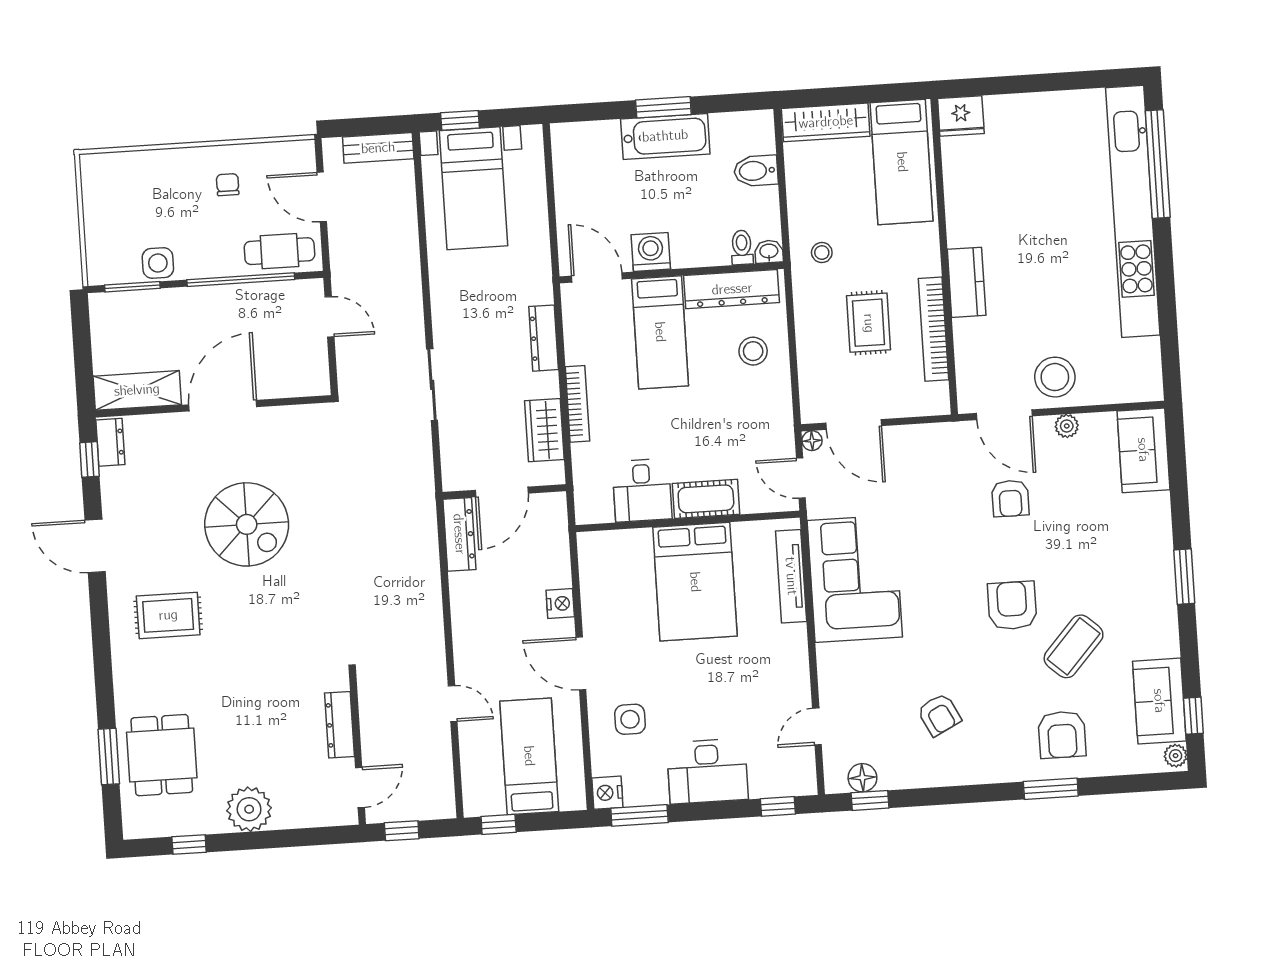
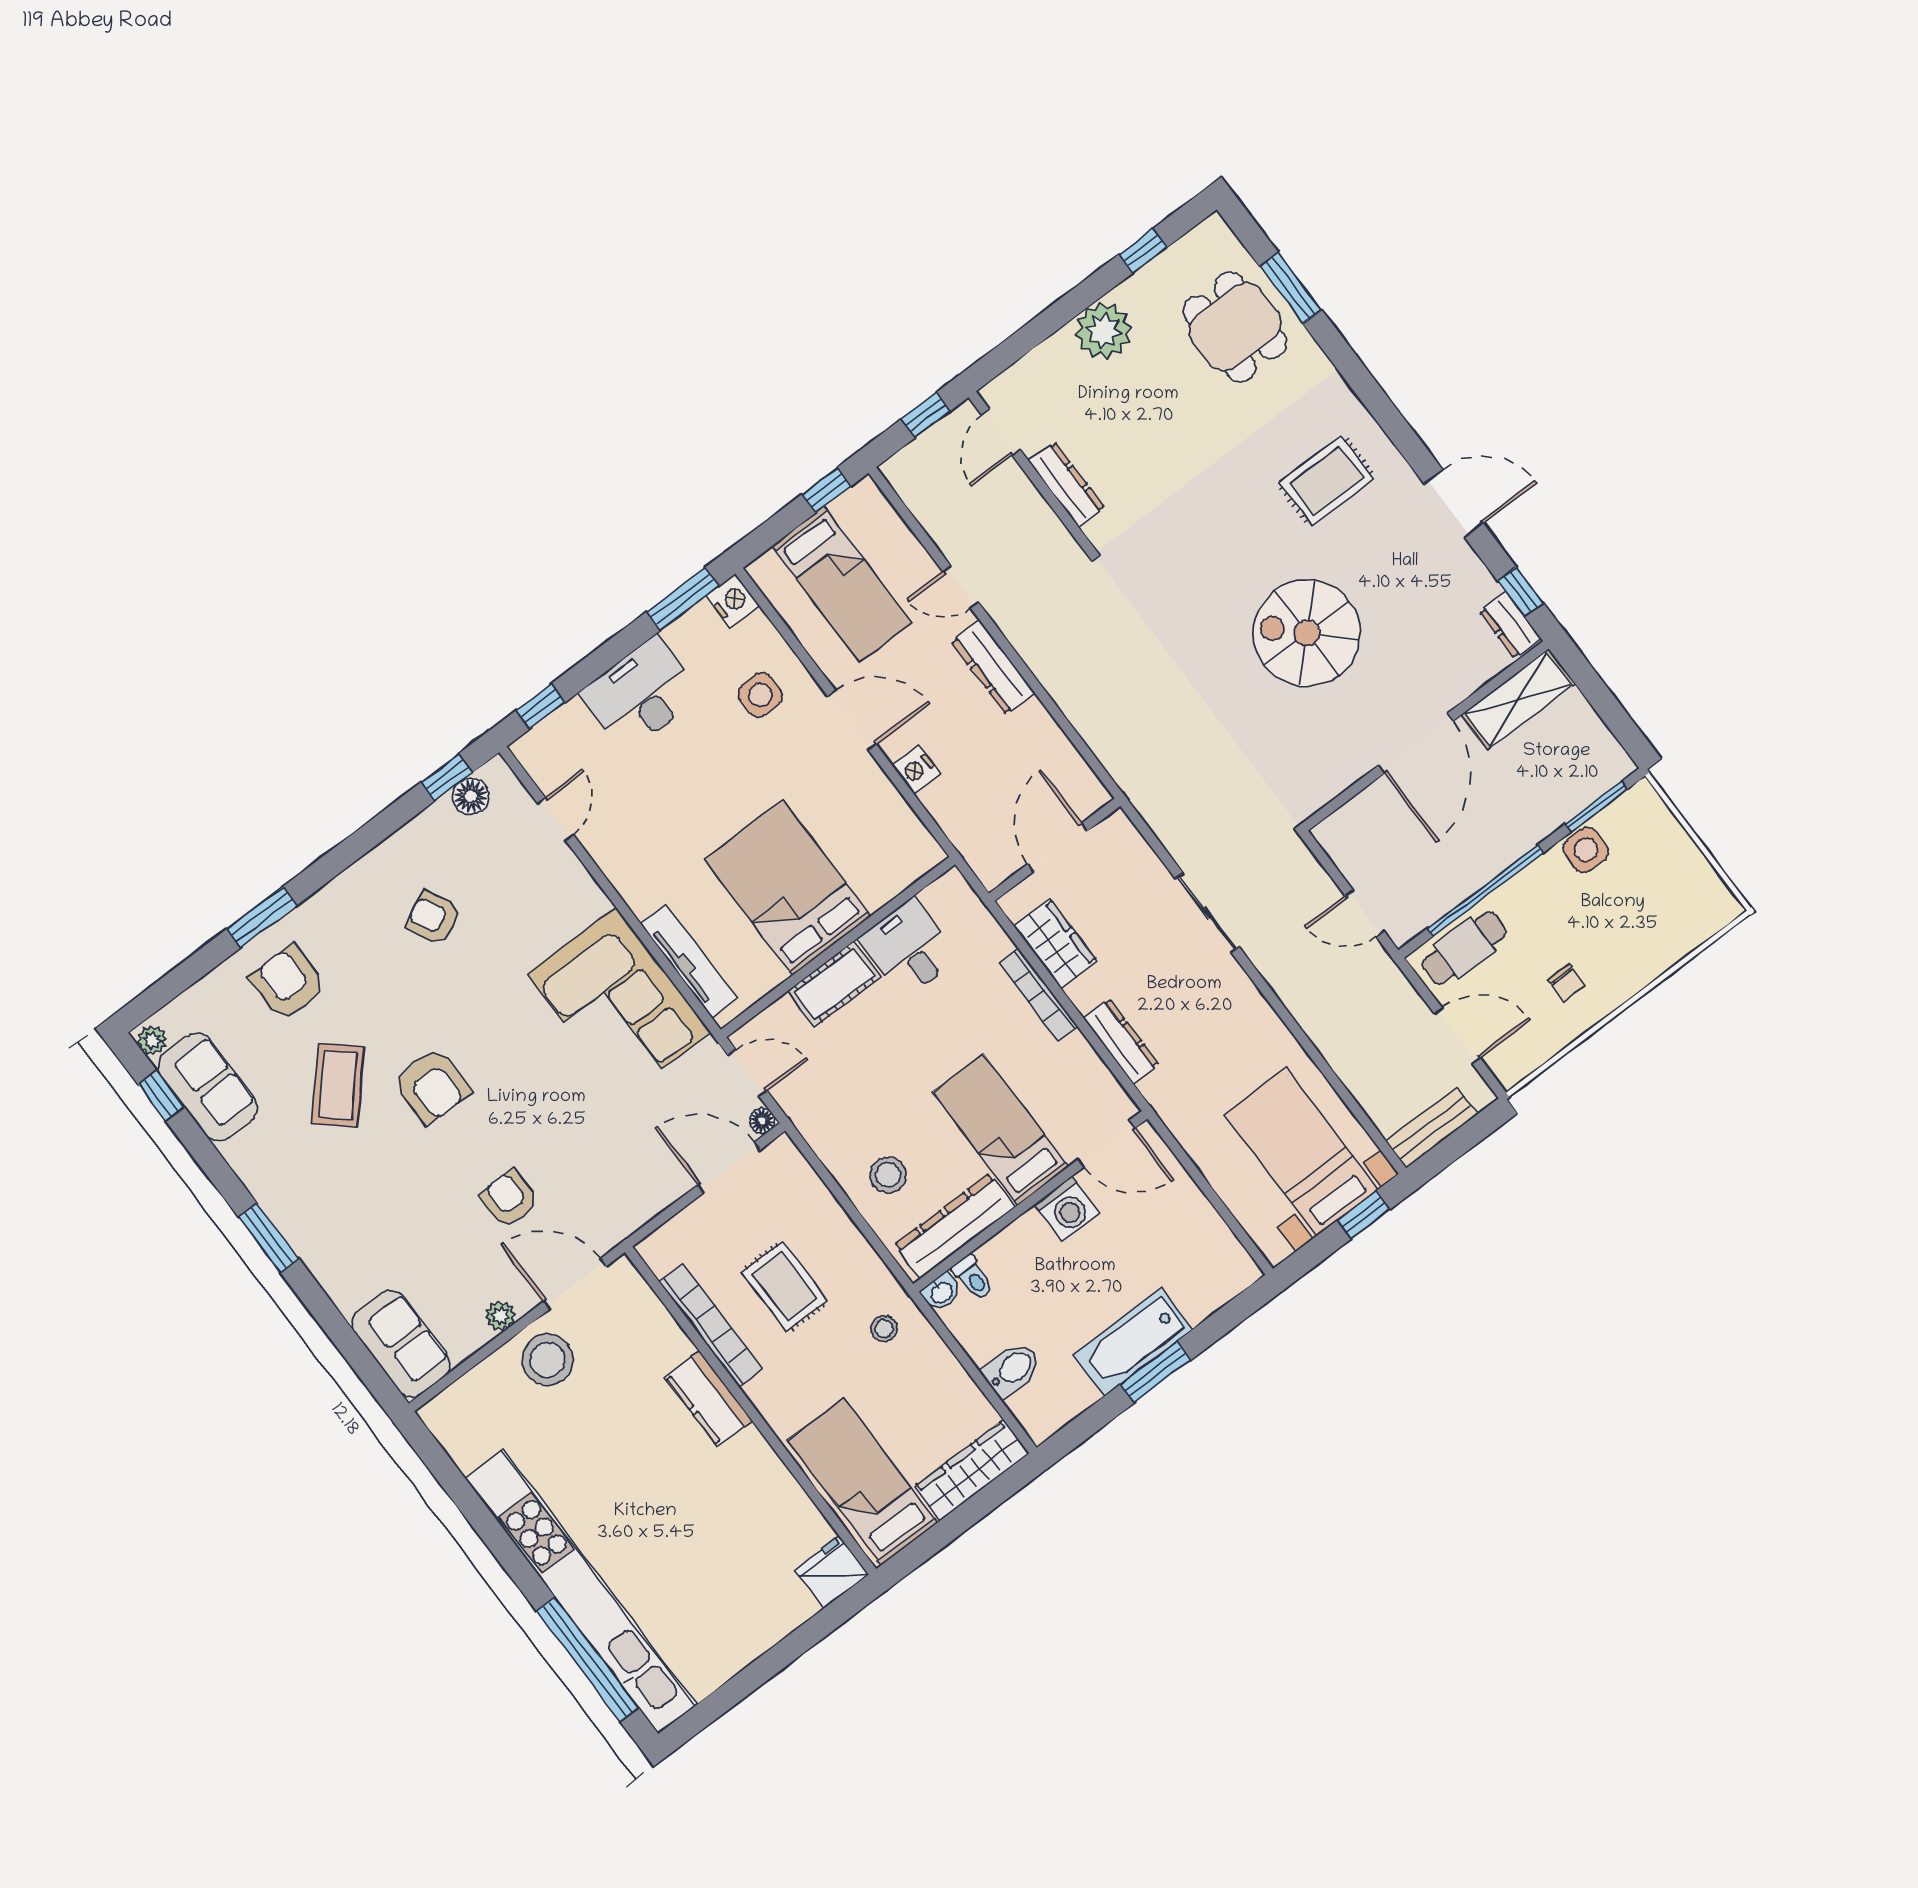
dresser: (459, 534) -> (993, 667), moved

